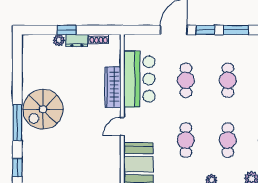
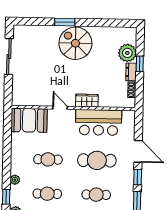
plant: (59, 40) -> (127, 53), width x1.88, depth x1.88
cafe table: (186, 80) -> (97, 160), width x1.37, depth x1.35
wardrobe: (113, 87) -> (87, 101), width x0.67
window: (17, 123) -> (65, 22), width x0.69
window: (17, 168) -> (28, 21), removed

